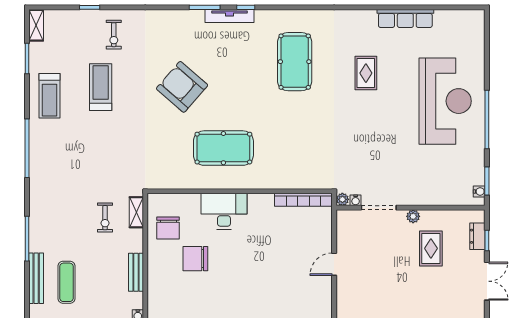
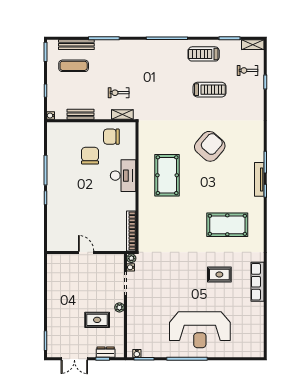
row of seats: (405, 18) -> (257, 282), moved
exercise bike: (114, 35) -> (248, 70), moved

